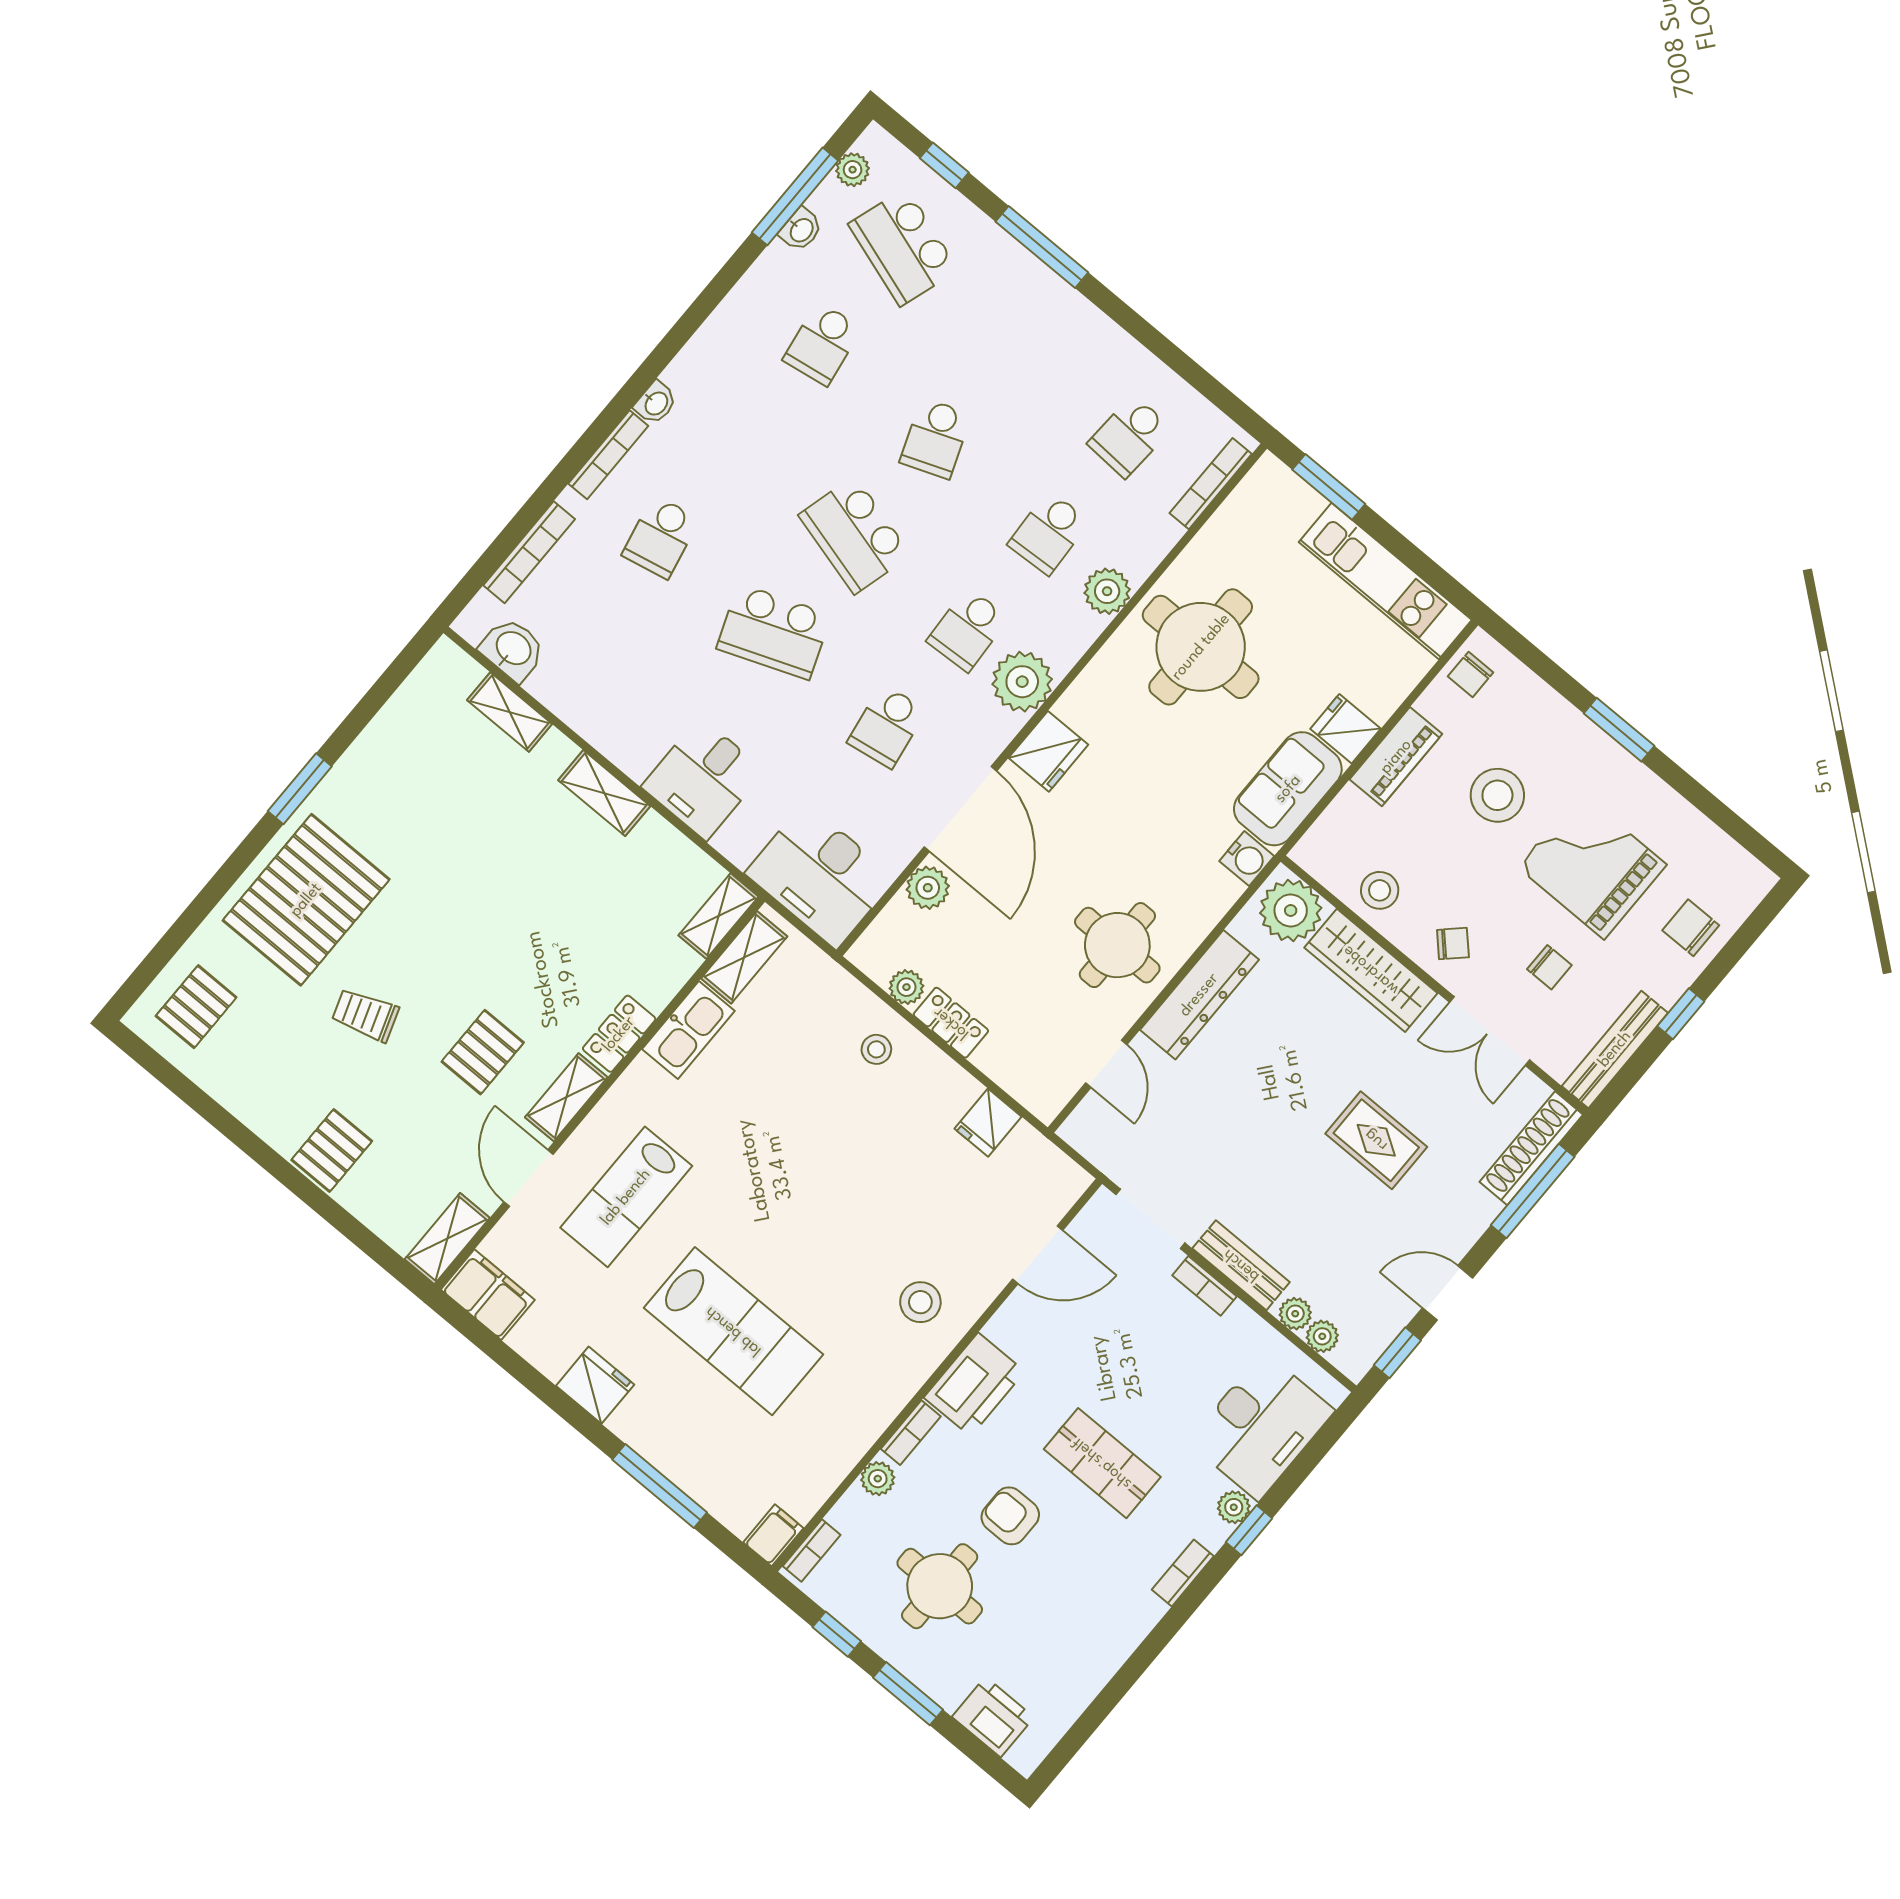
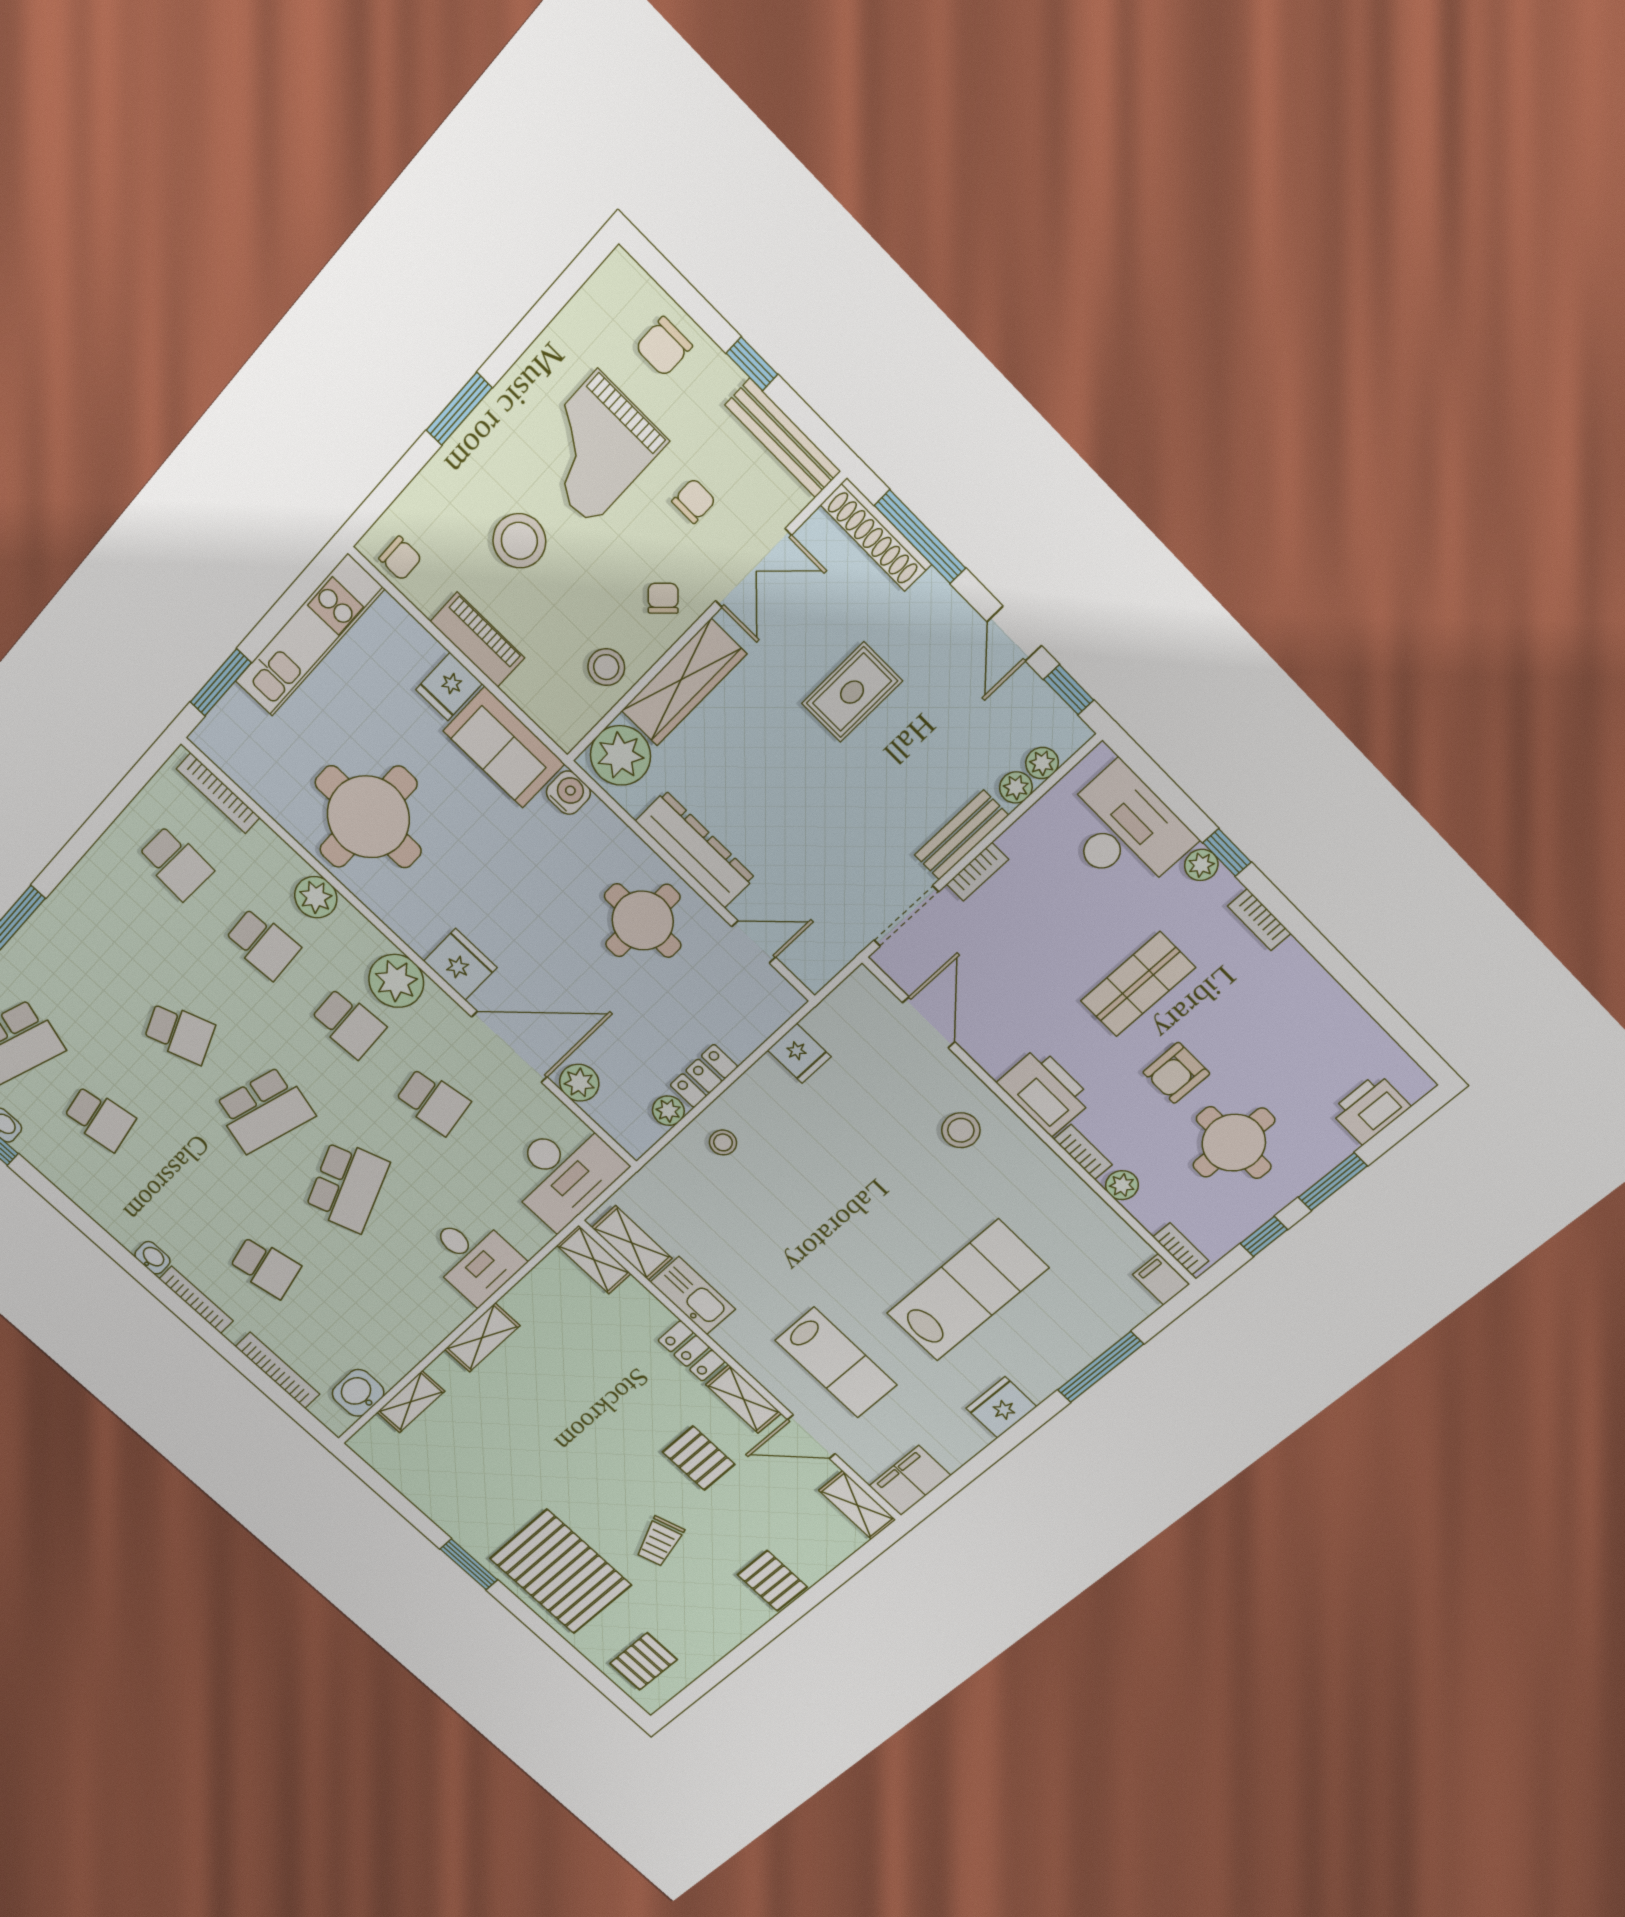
pallet: (196, 1007) -> (643, 1661), turned 90

